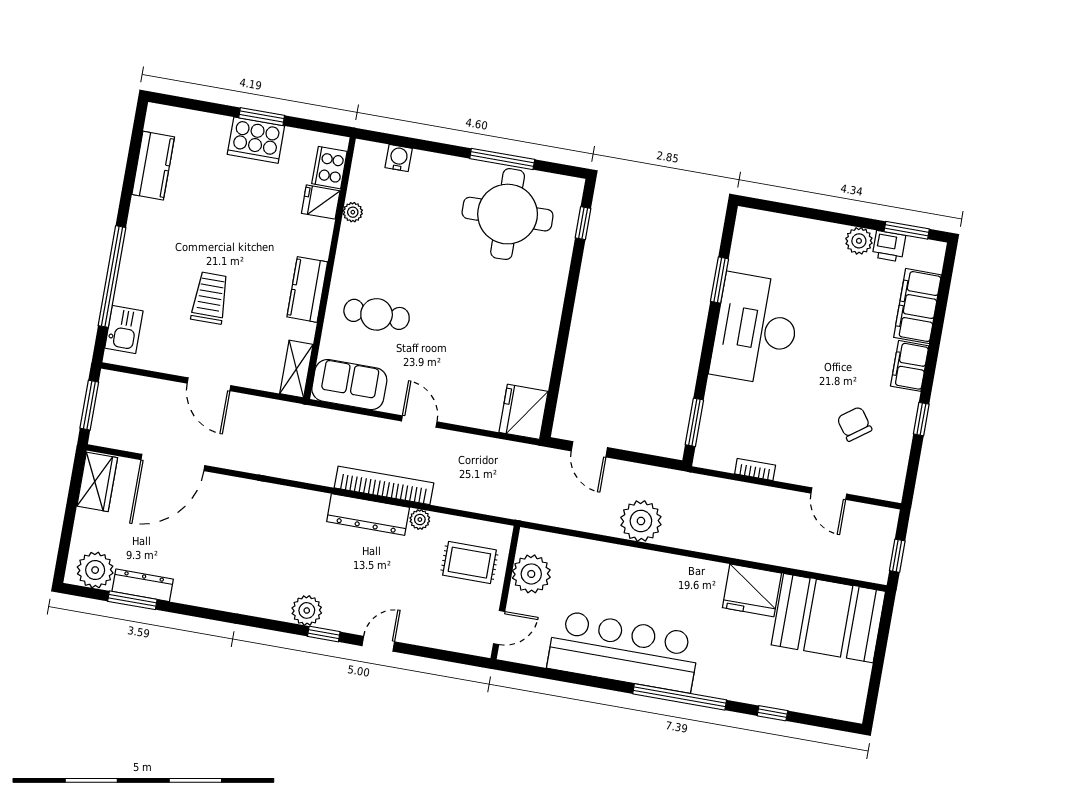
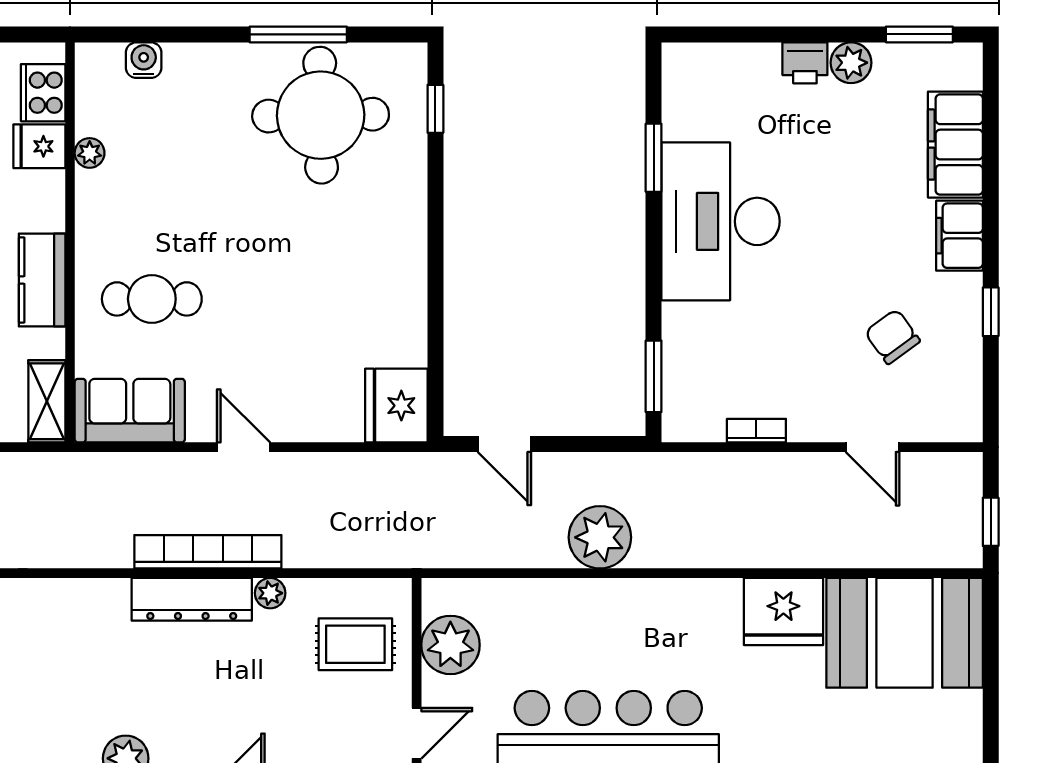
printer: (889, 246) -> (805, 63), moved

